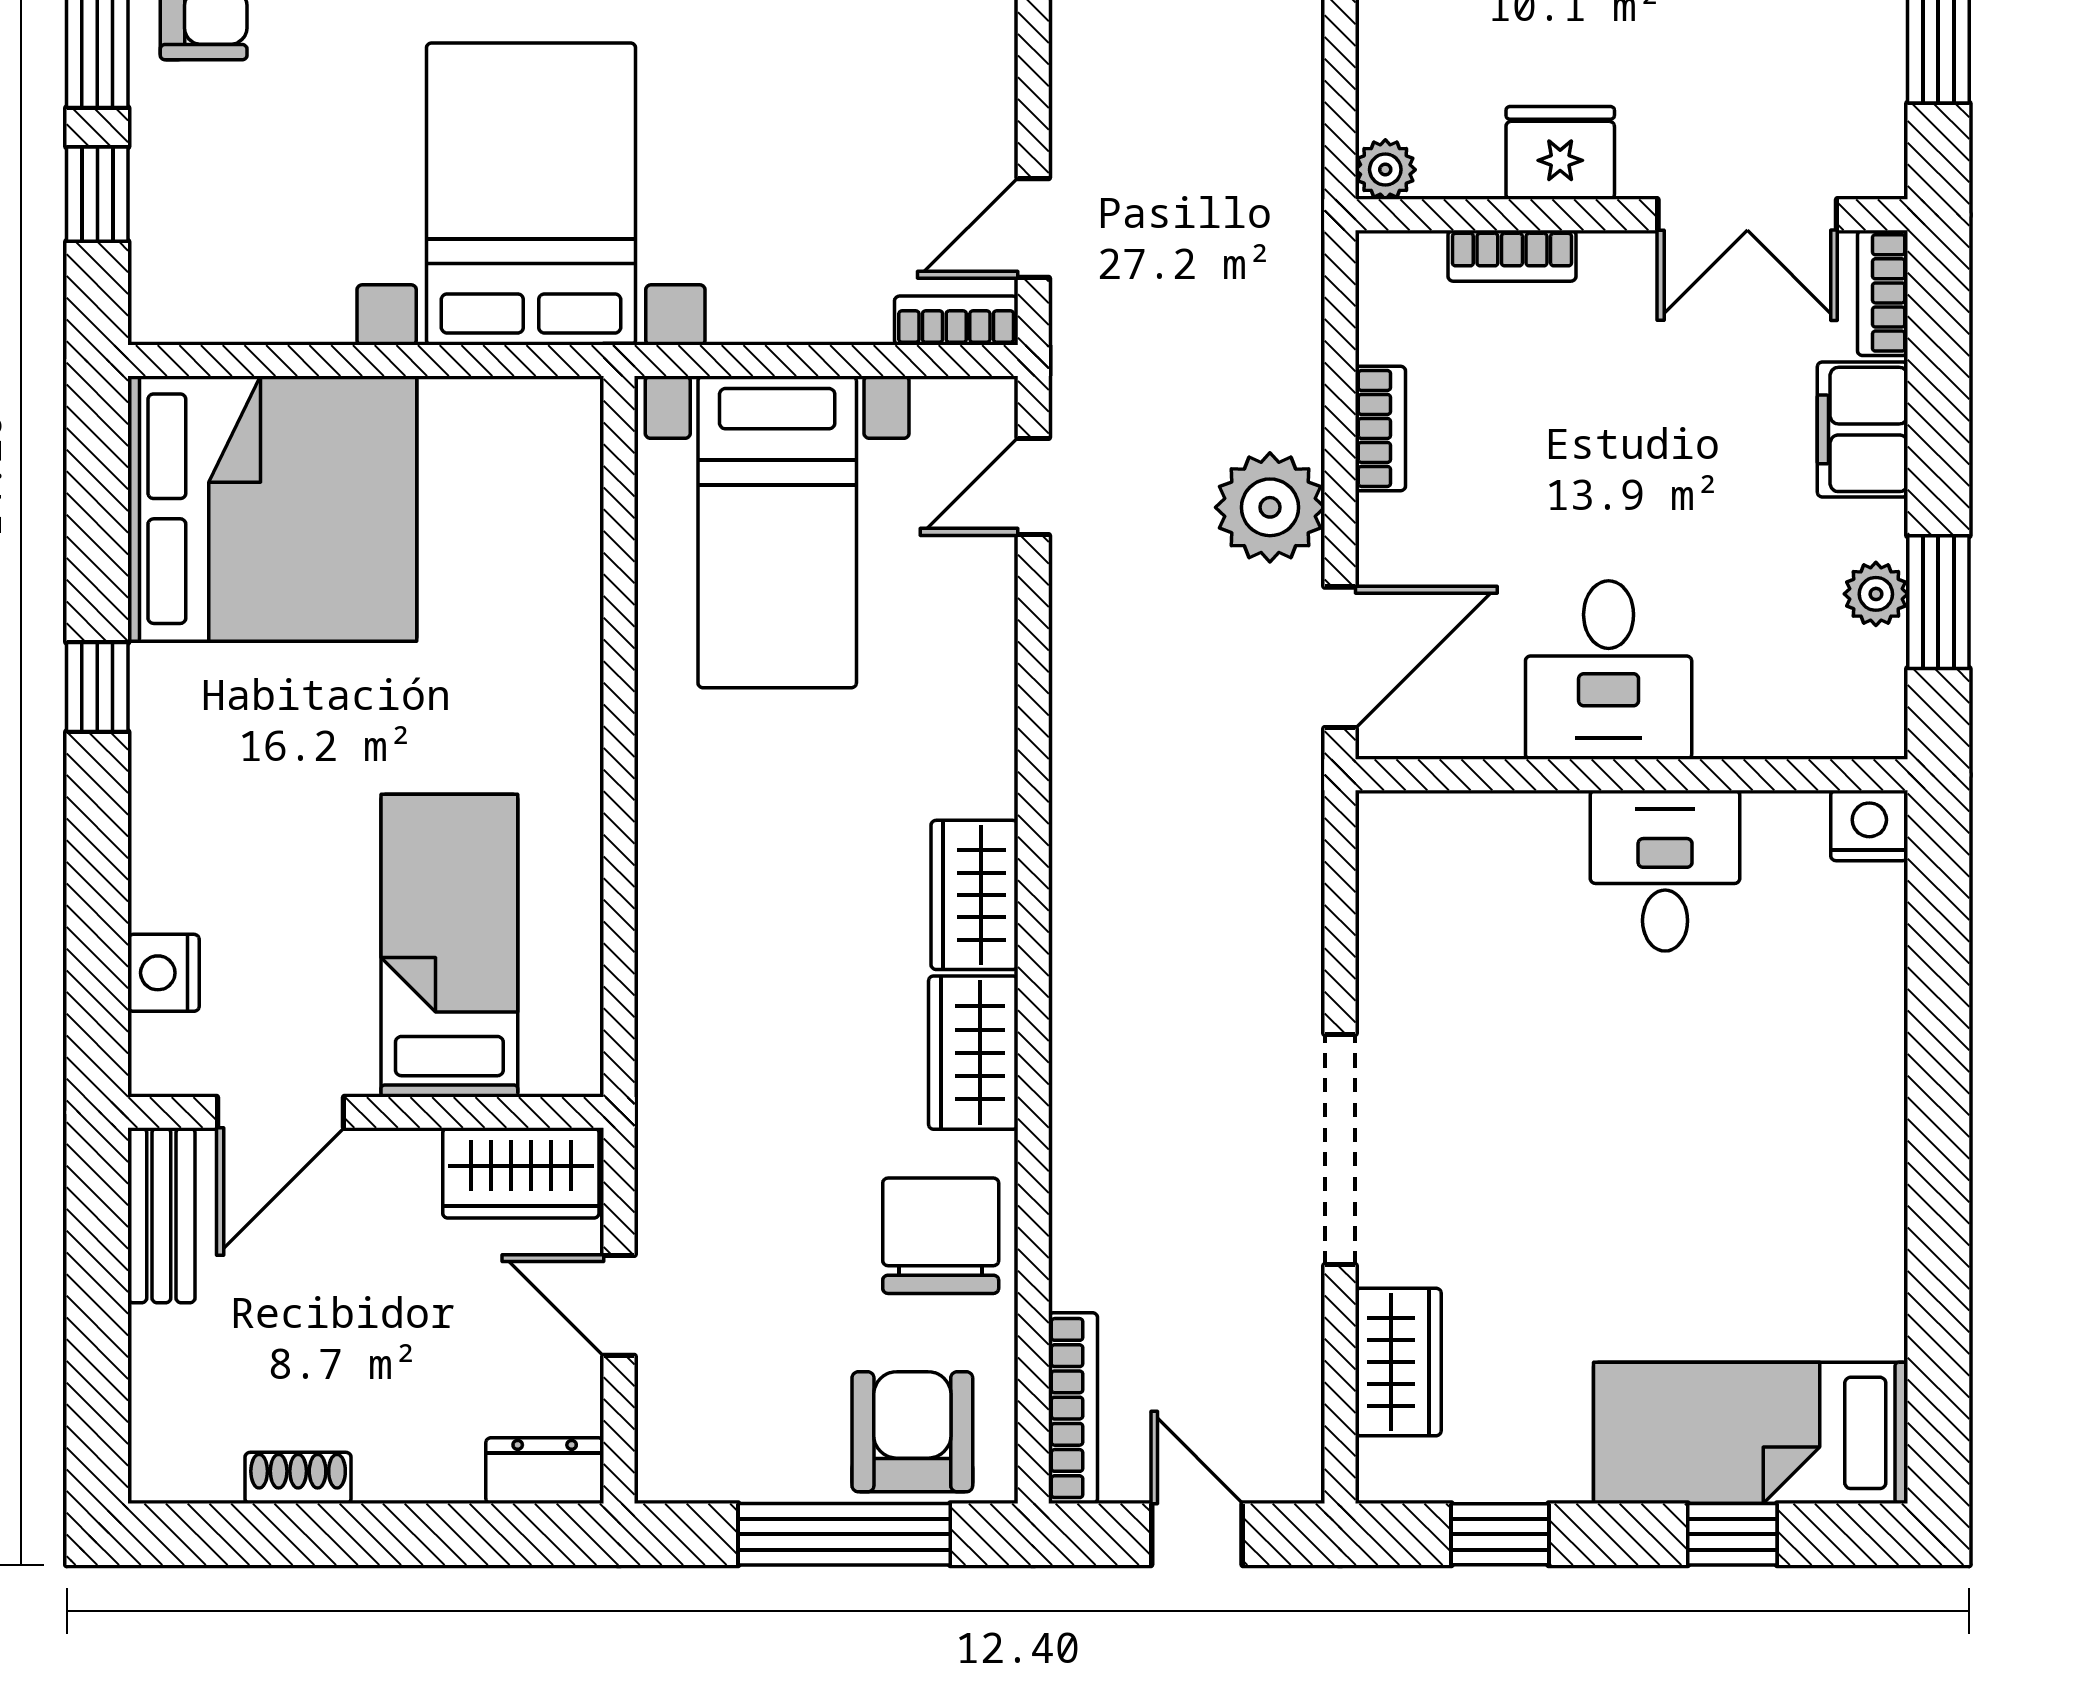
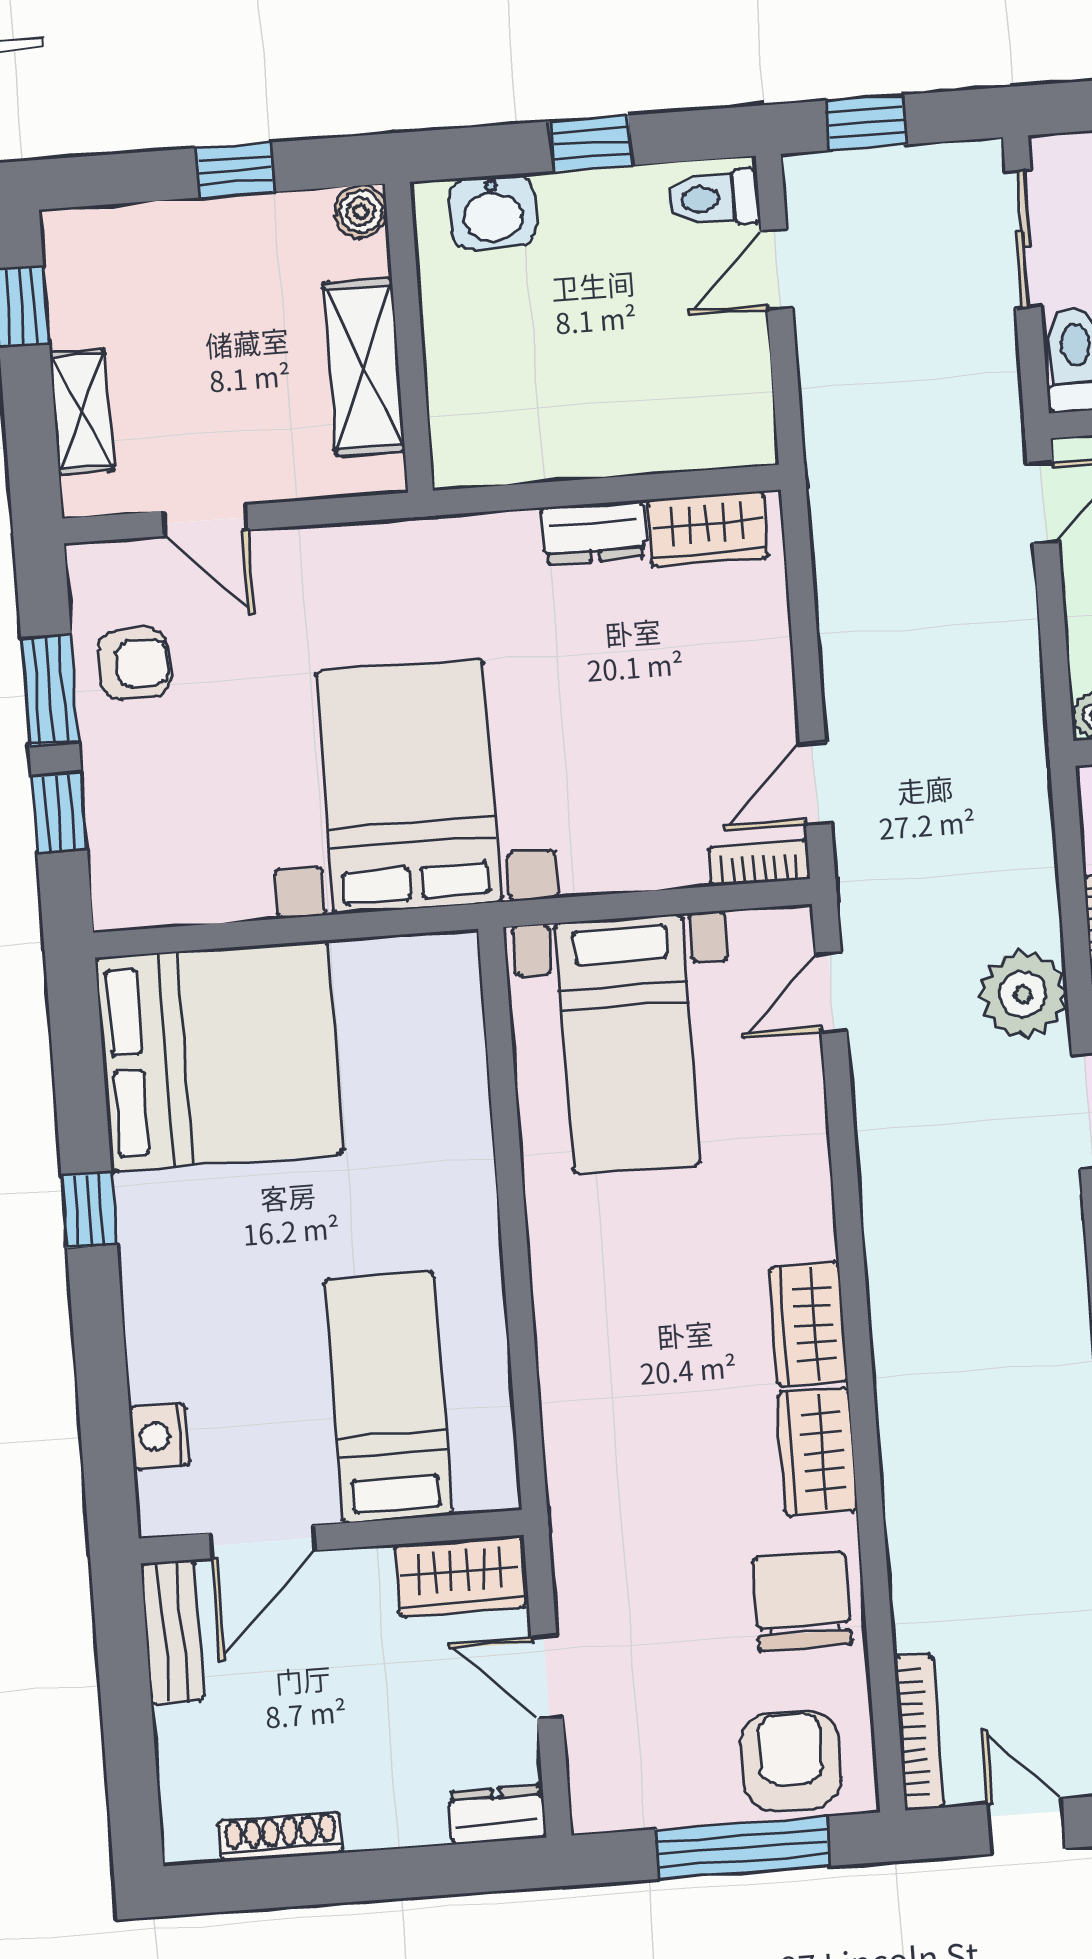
shoe rack: (298, 1478) -> (281, 1837), width x1.43

